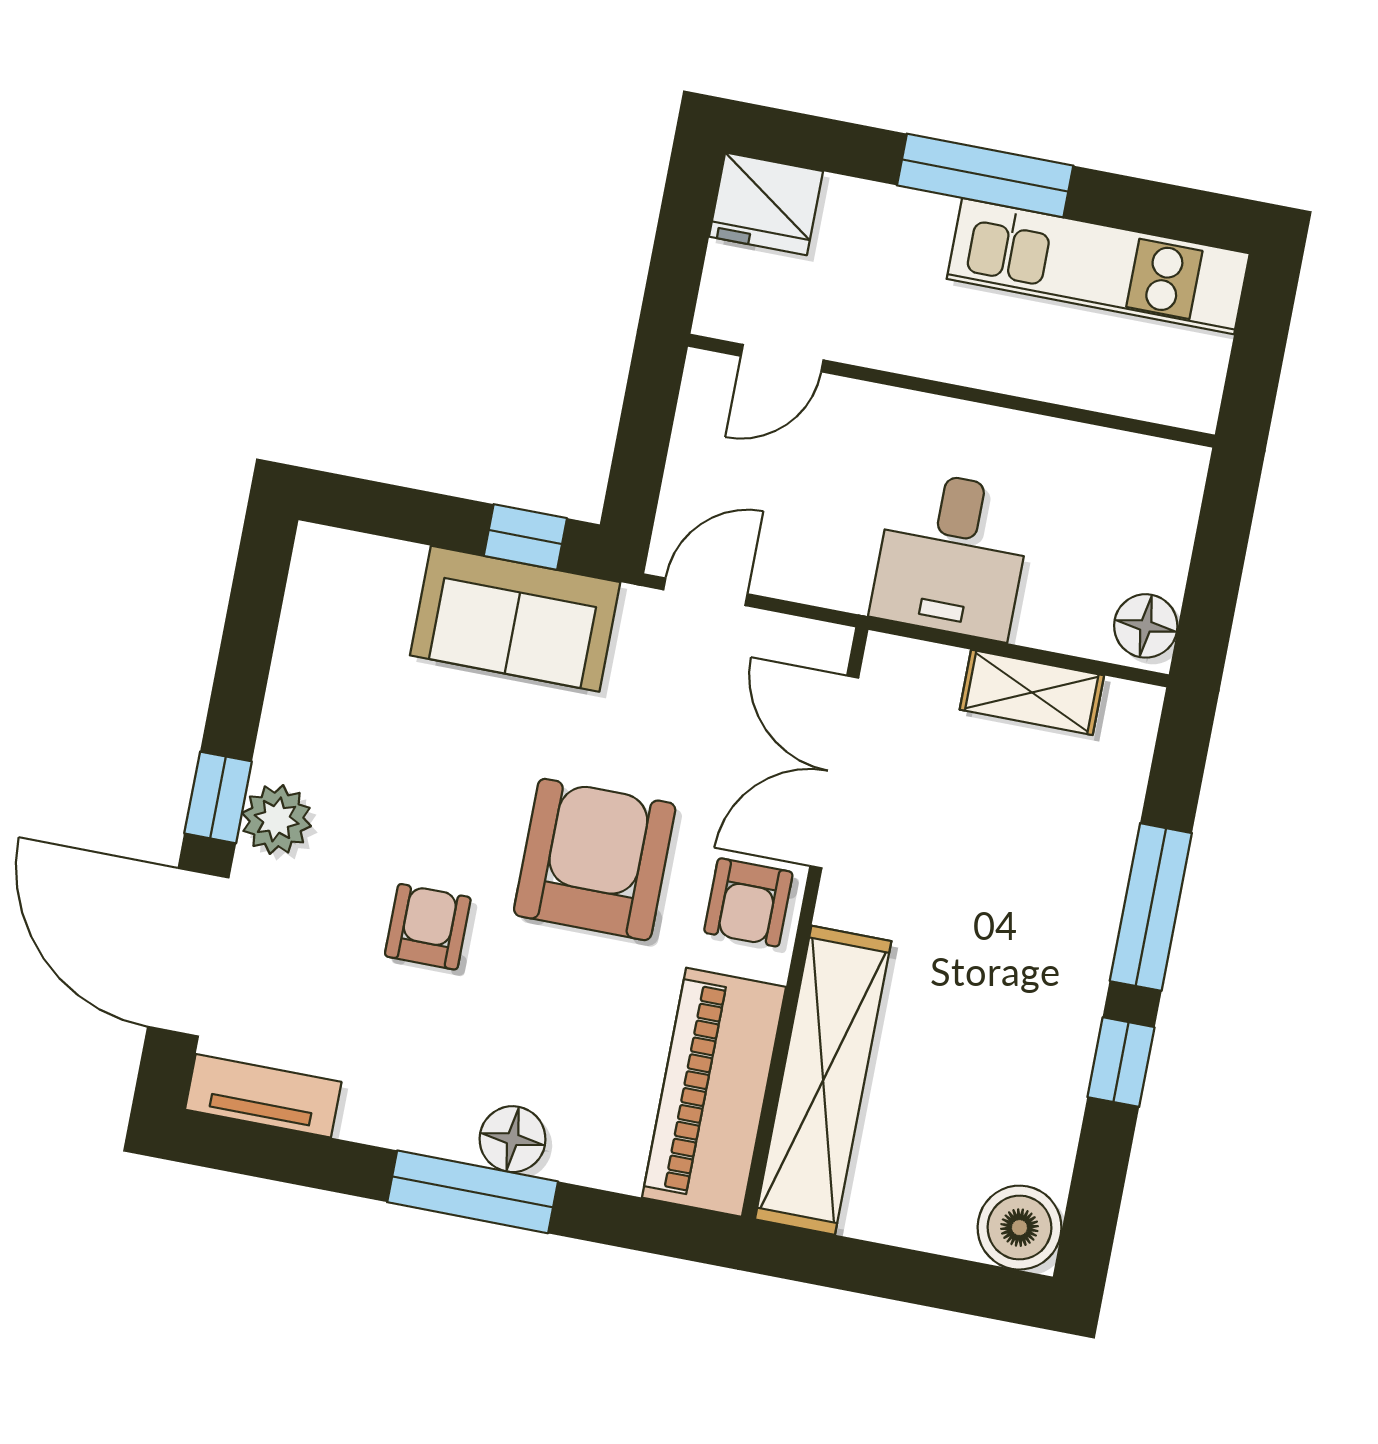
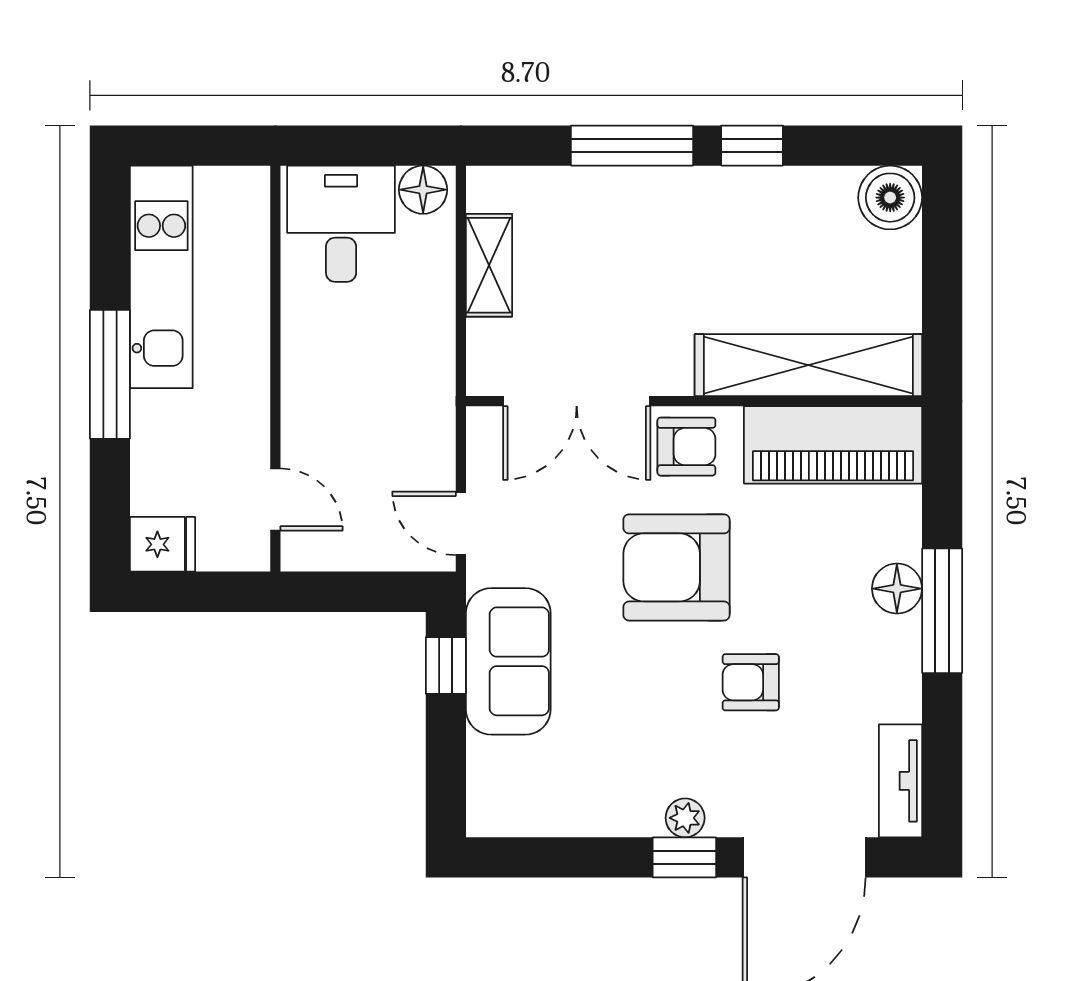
fridge: (766, 204) -> (163, 544), width x0.72
desk: (952, 555) -> (341, 224), moved, turned -90
plant: (277, 819) -> (685, 818), width x0.73, depth x0.73

